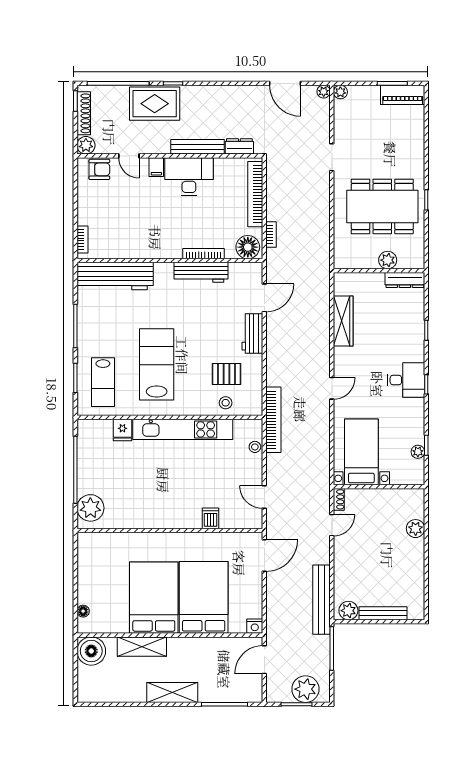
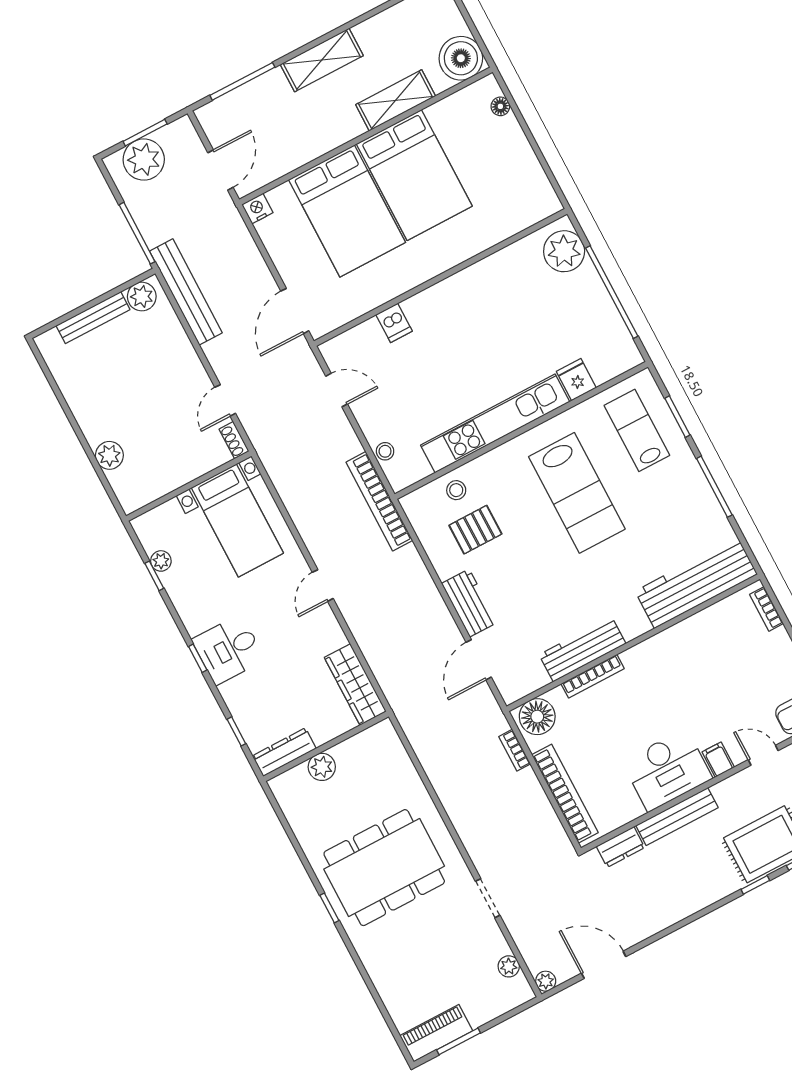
plant: (340, 92) -> (509, 966), moved
plant: (388, 260) -> (322, 767), moved
wall: (379, 271) -> (326, 746), moved
dresser: (405, 280) -> (284, 752), moved

